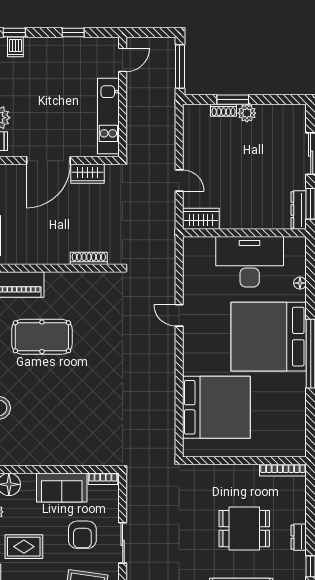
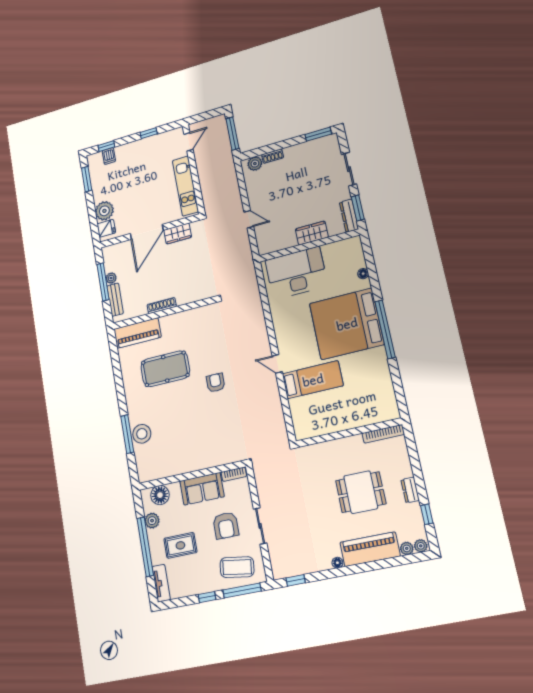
window: (233, 100) -> (318, 134), moved
plant: (247, 113) -> (255, 164), moved
wardrobe: (201, 219) -> (312, 233), moved
shoe rack: (89, 258) -> (162, 306), moved
desk: (250, 262) -> (296, 273), moved
door: (179, 315) -> (277, 364), moved
armchair: (101, 368) -> (216, 383), added
bed: (216, 407) -> (313, 380), width x0.49

